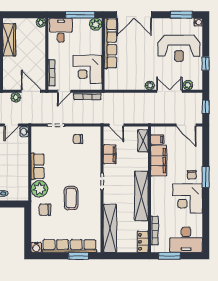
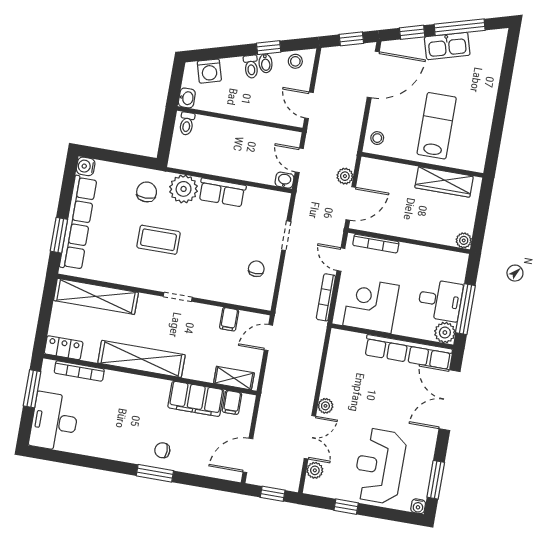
desk: (61, 30) -> (440, 300), moved
filing cabinet: (110, 154) -> (229, 319), width x0.50
corner desk: (187, 199) -> (123, 436), removed

